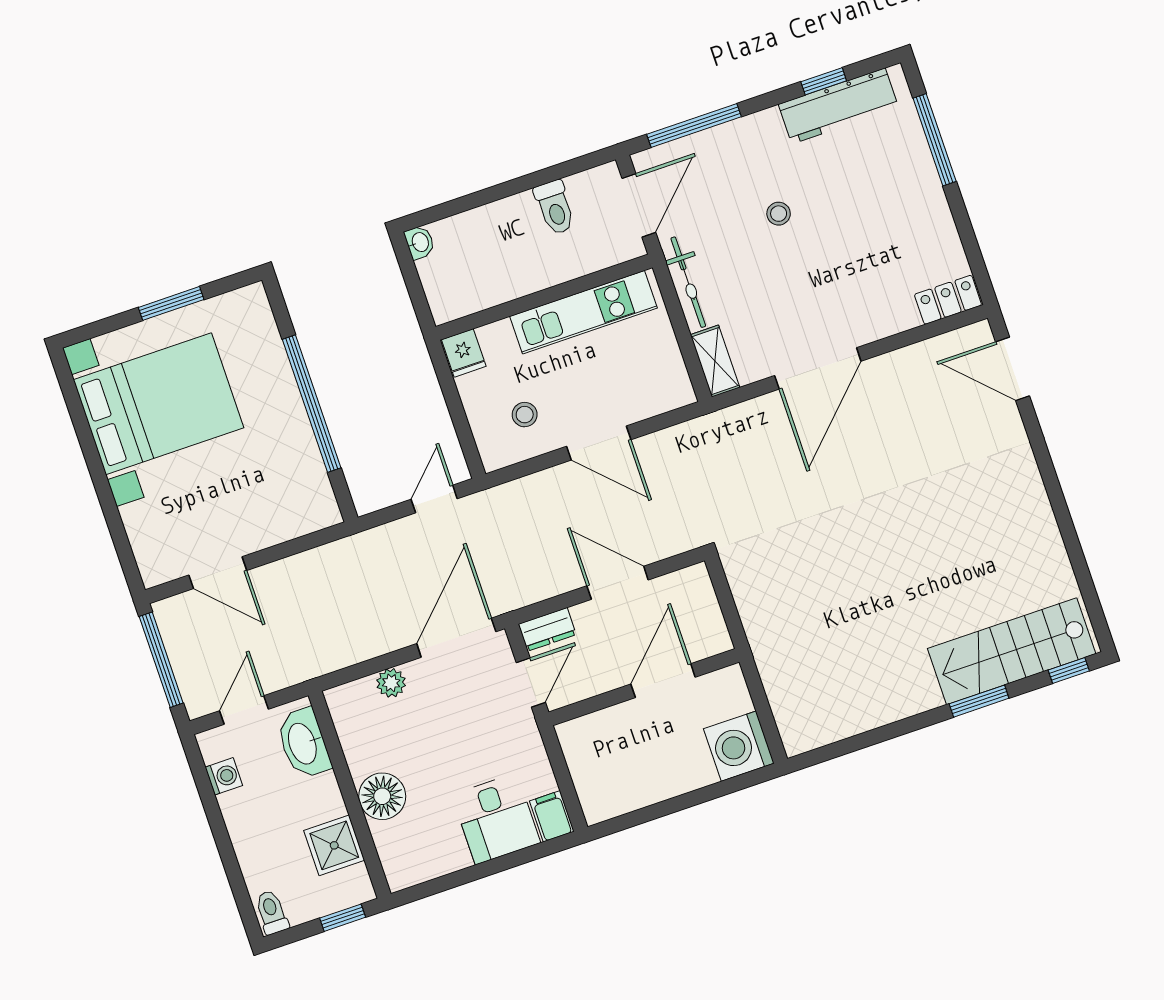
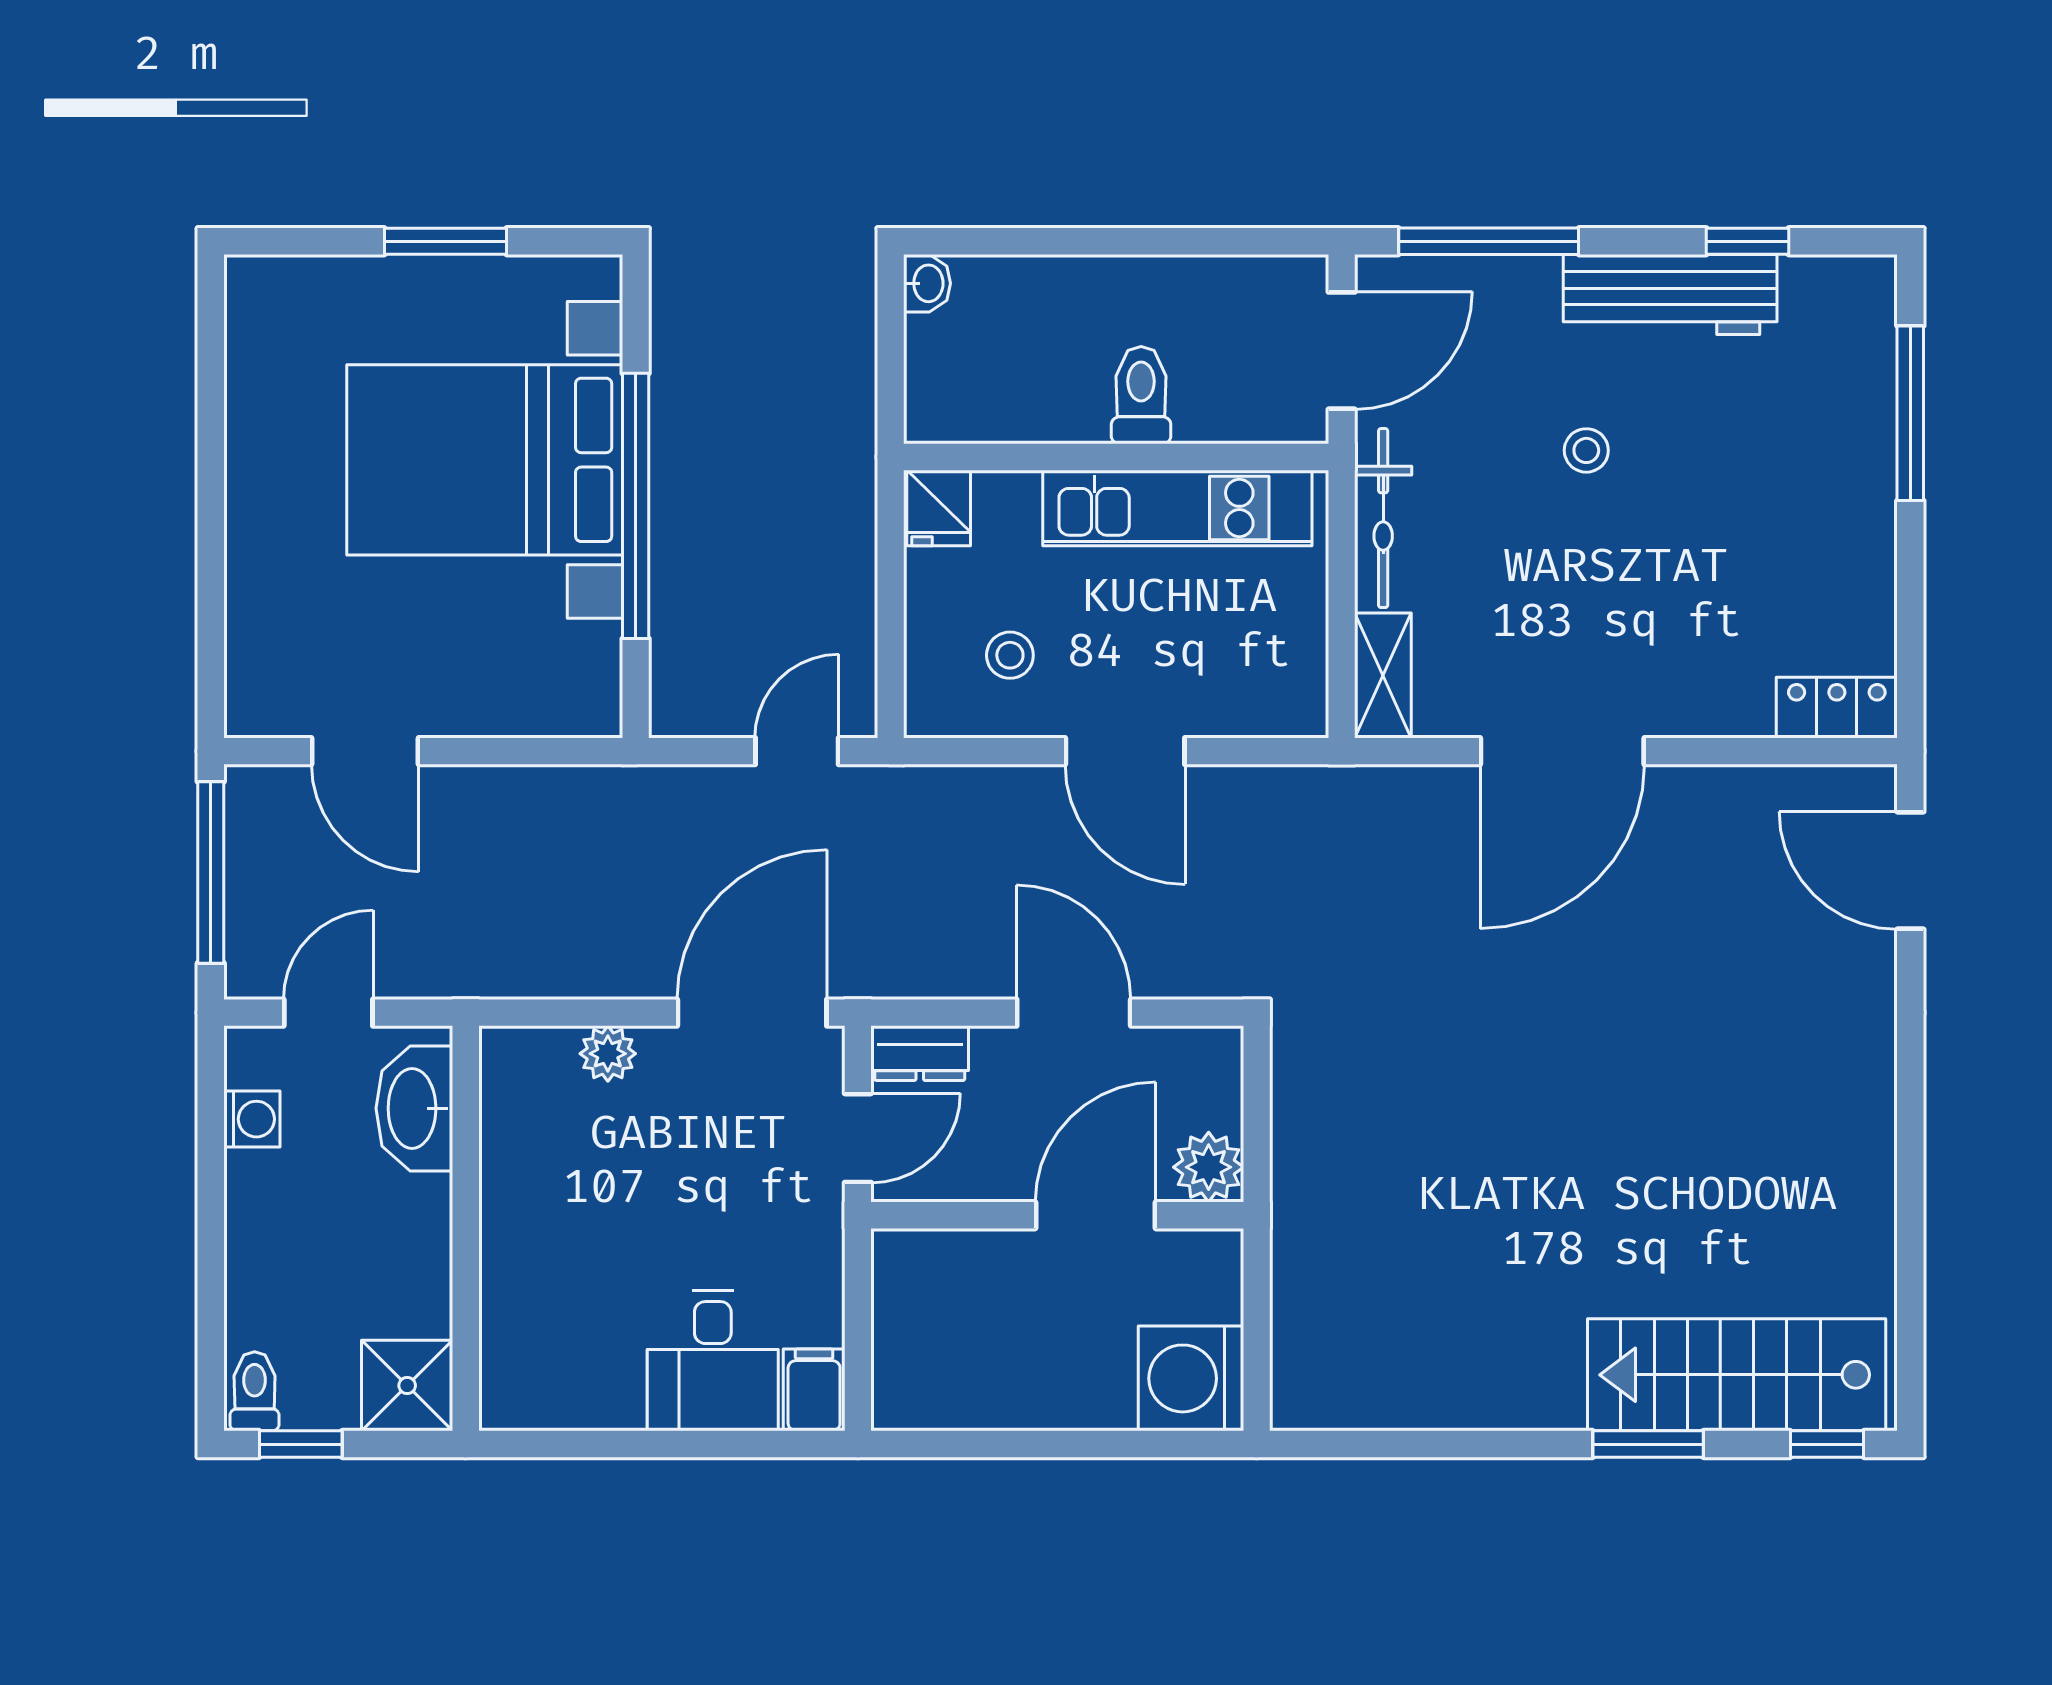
workbench: (838, 106) -> (1670, 294), moved
toilet: (555, 207) -> (1141, 395), moved, turned 180
bed with nightstands: (158, 404) -> (485, 460), moved, turned 180
plant: (711, 637) -> (1209, 1167), added
floor lamp: (382, 796) -> (523, 1251), removed
shower: (334, 845) -> (407, 1386), moved
window: (343, 918) -> (301, 1444), moved

